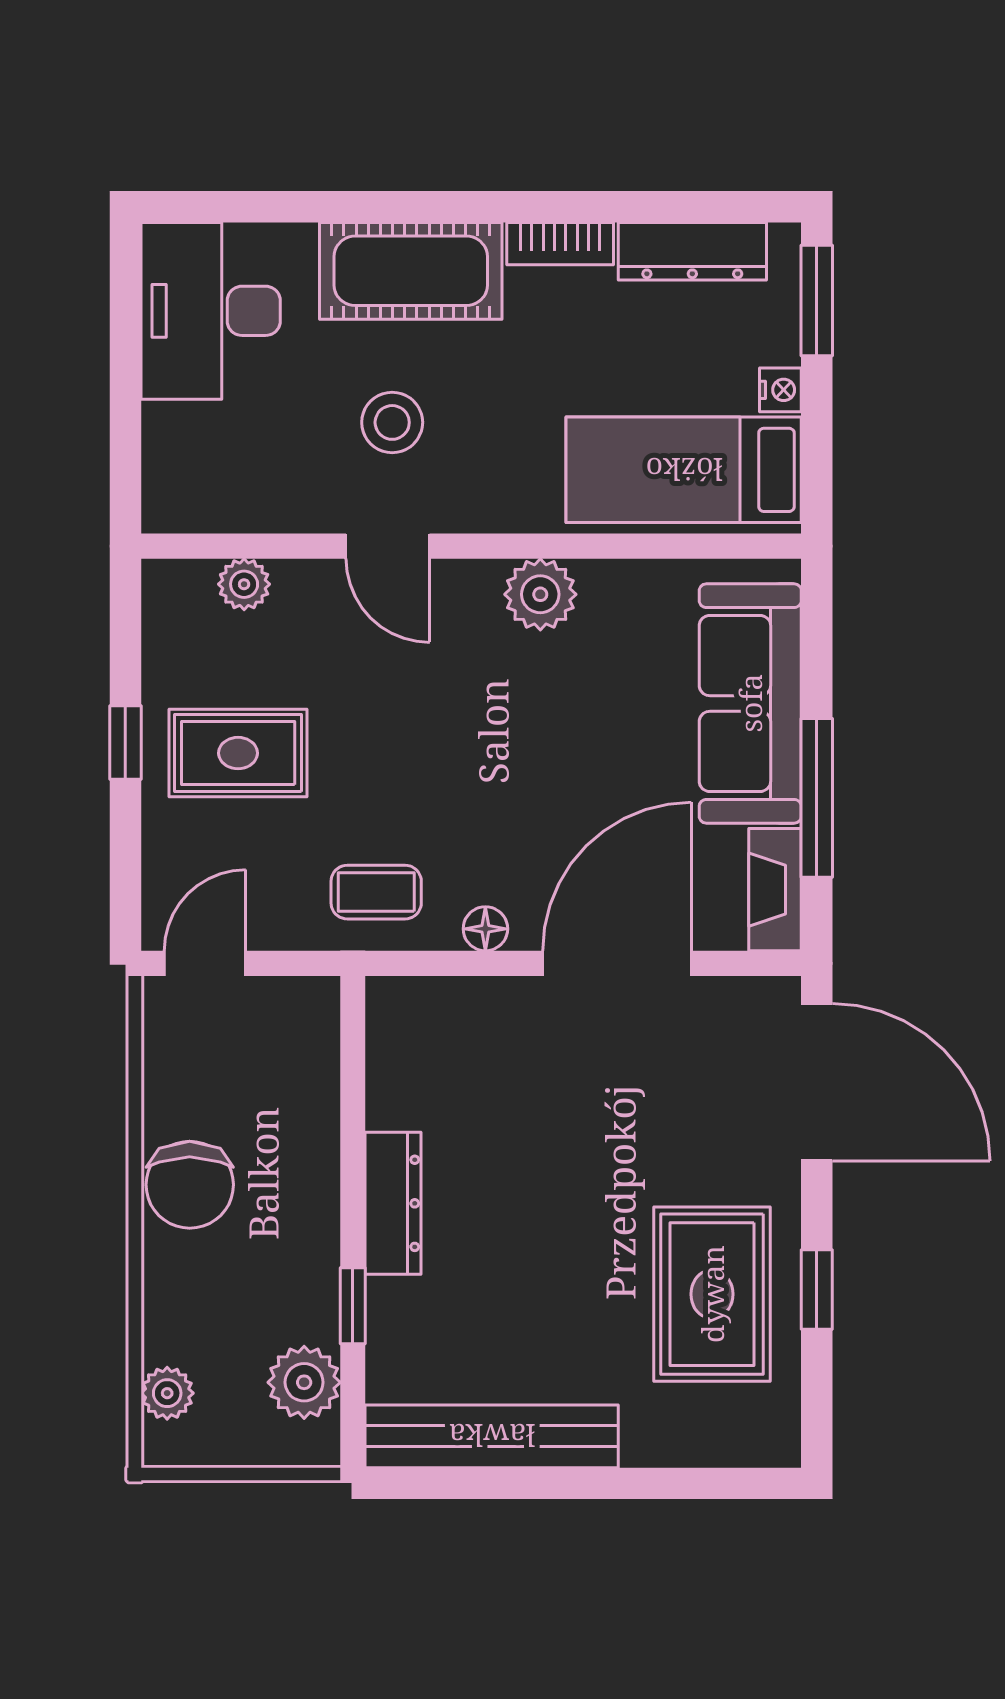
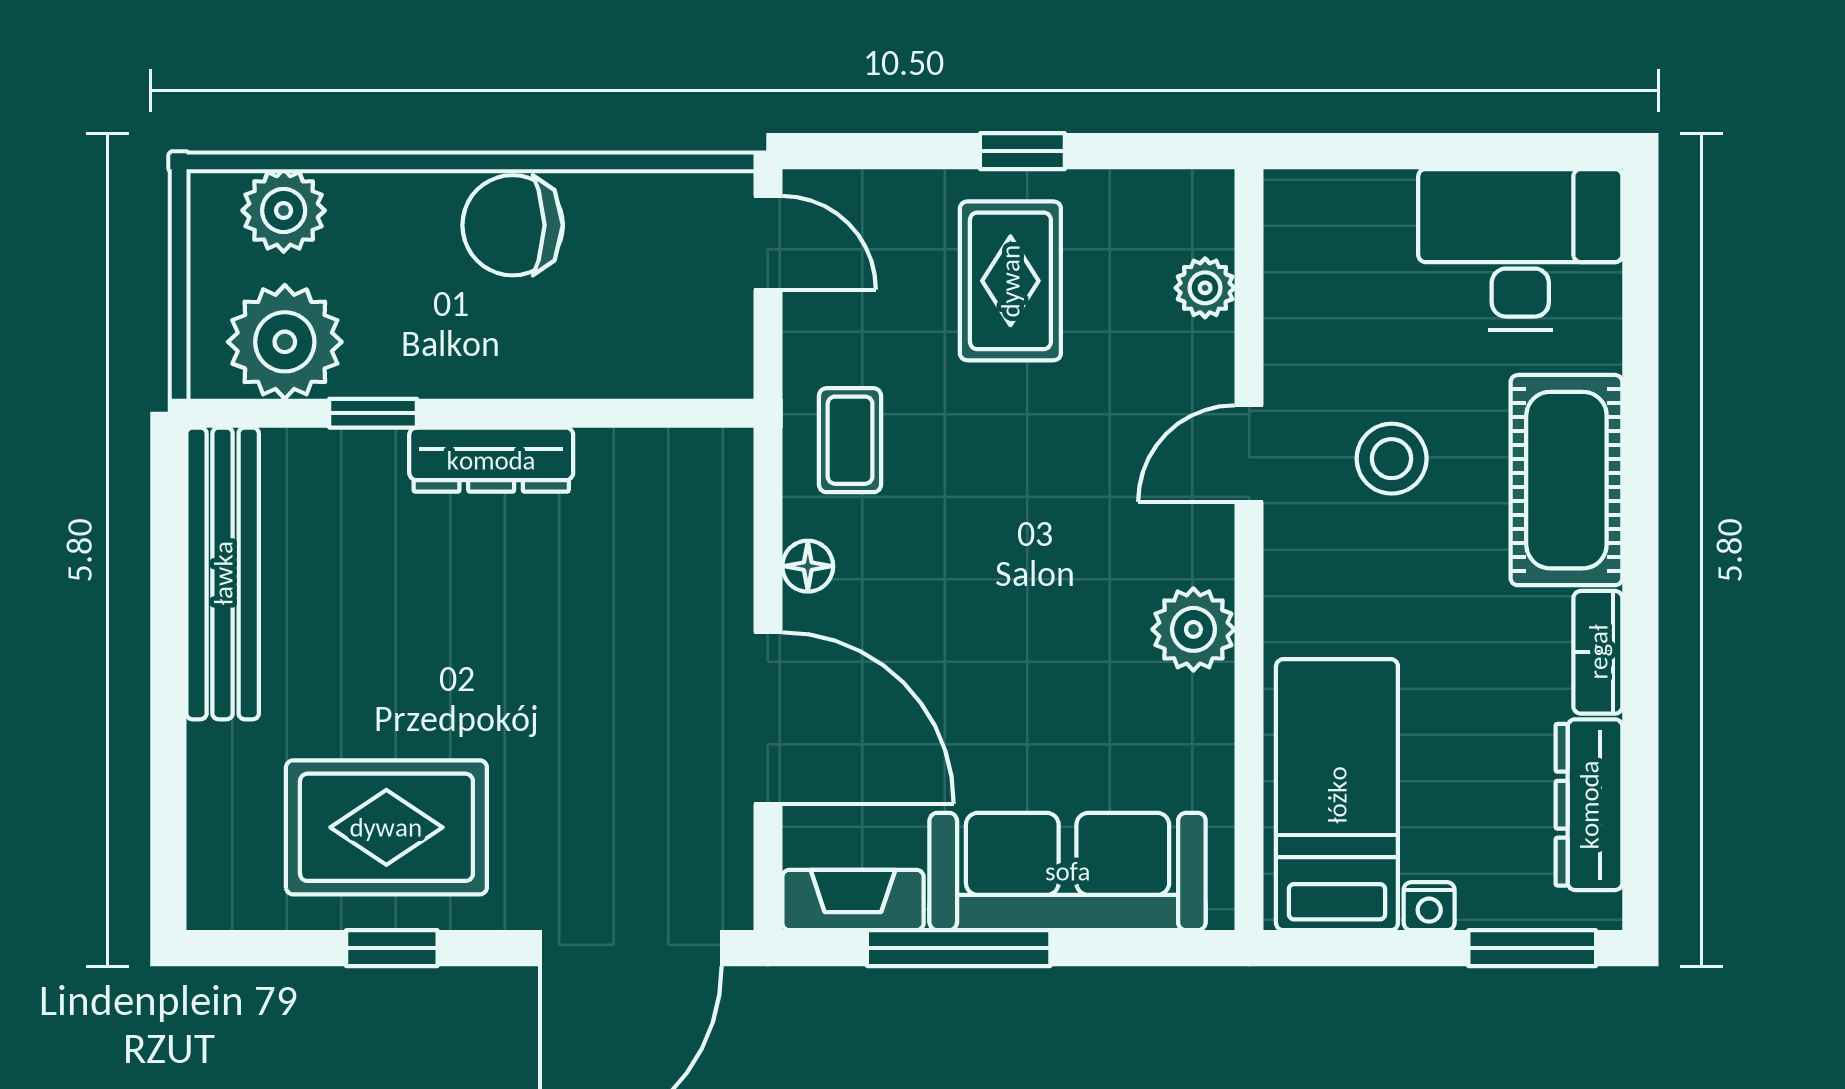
plant: (304, 1382) -> (285, 342), width x1.36, depth x1.36
plant: (167, 1393) -> (284, 210), width x1.38, depth x1.38

